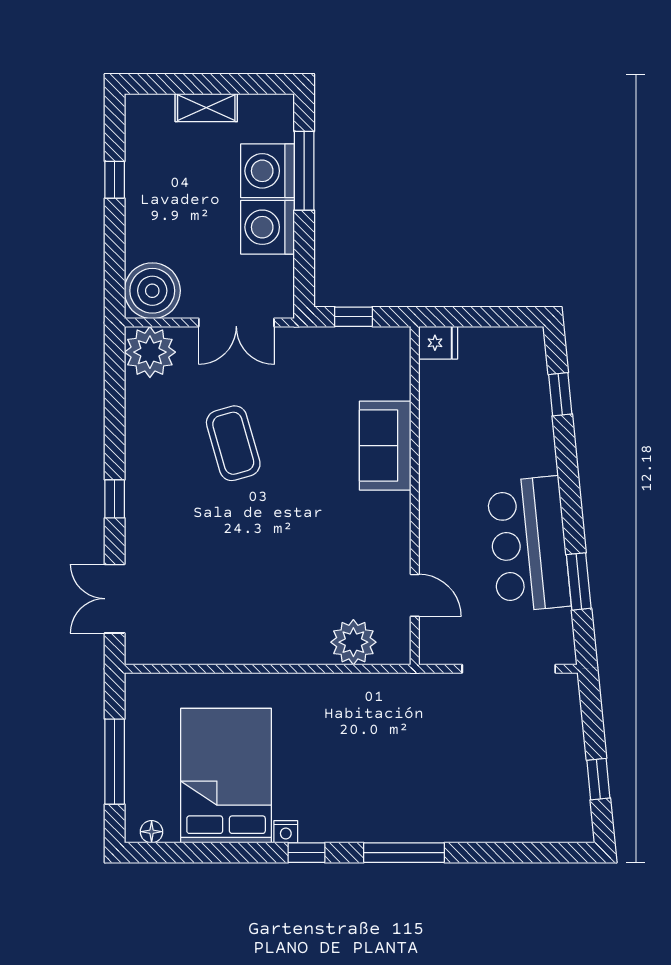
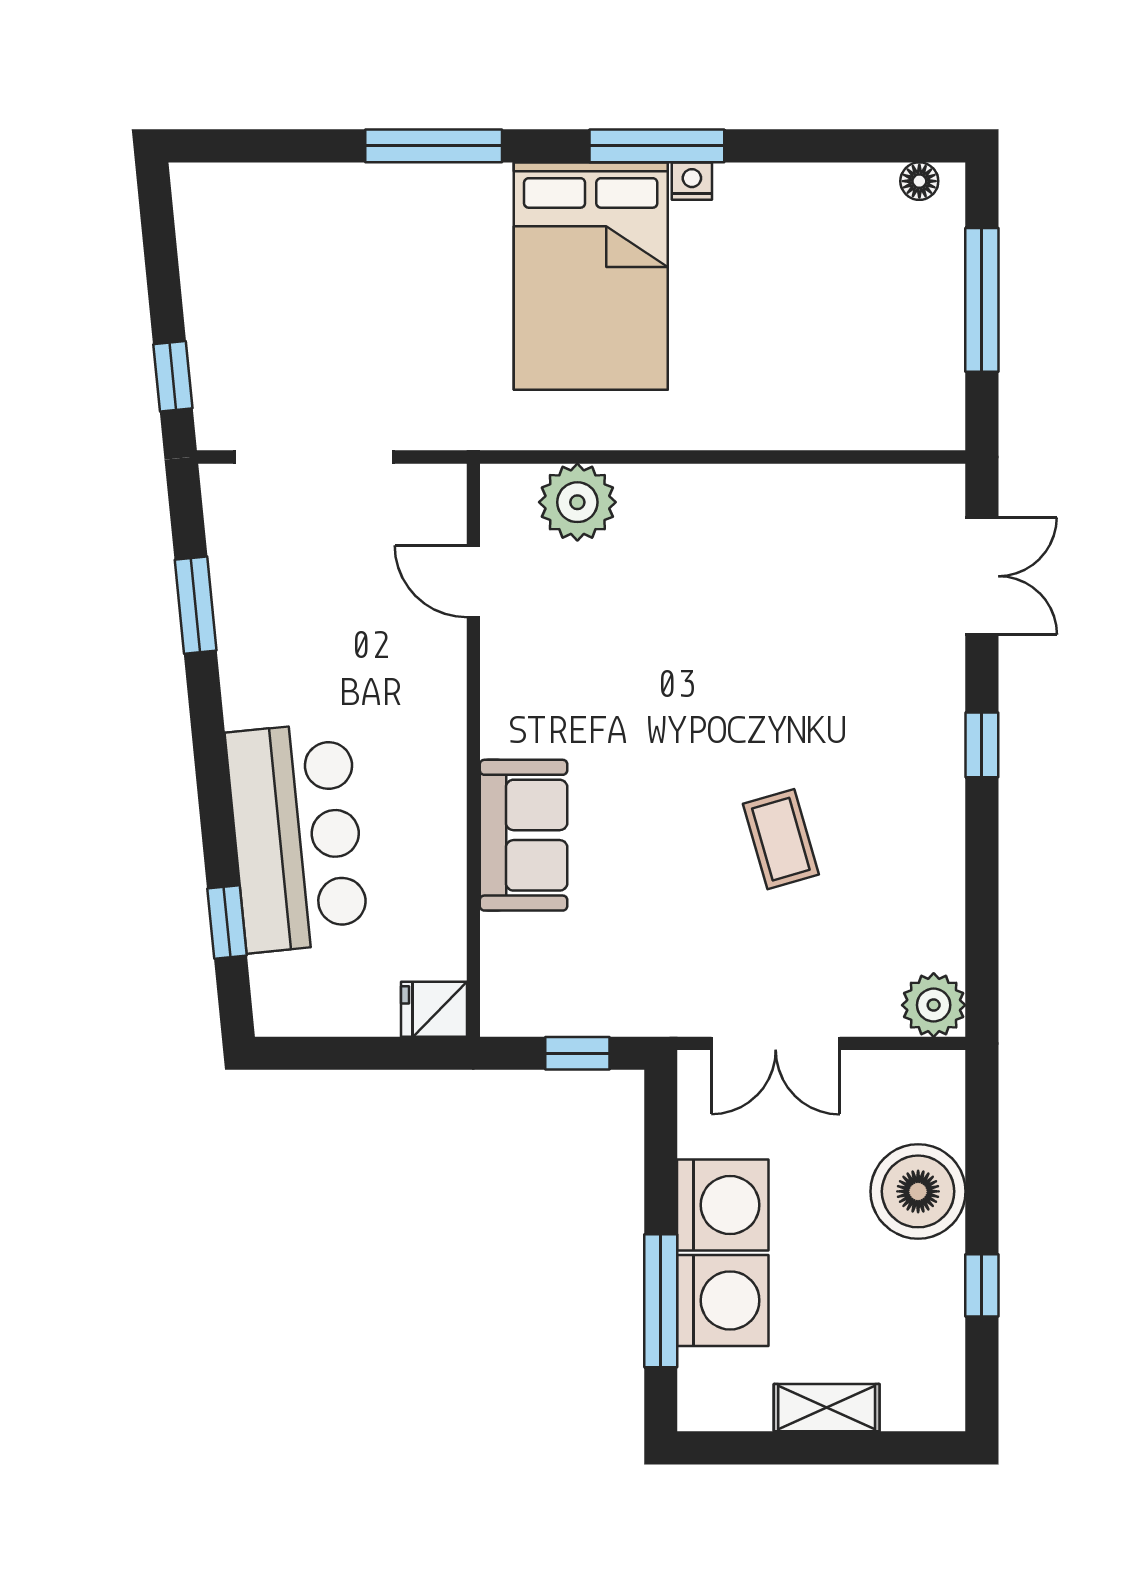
boiler: (152, 291) -> (918, 1191), moved
double door: (236, 323) -> (776, 1043), swing flipped
plant: (150, 352) -> (934, 1005), width x0.73, depth x0.73
coffee table: (233, 443) -> (781, 839), width x0.73, depth x0.77
bar counter: (529, 544) -> (297, 837), moved
bed: (226, 776) -> (591, 276), moved
window: (598, 779) -> (173, 376), moved
window: (306, 853) -> (657, 146), width x2.17
window: (404, 853) -> (434, 146), moved

